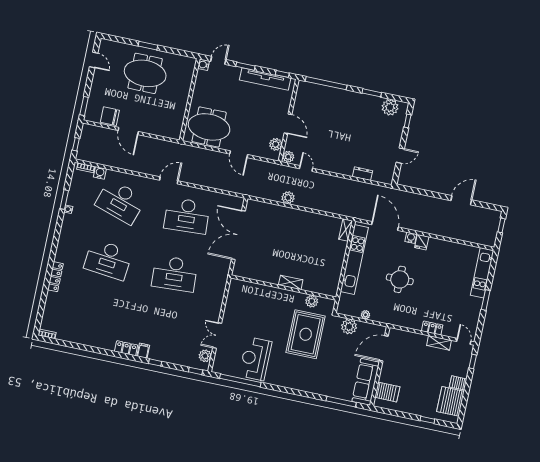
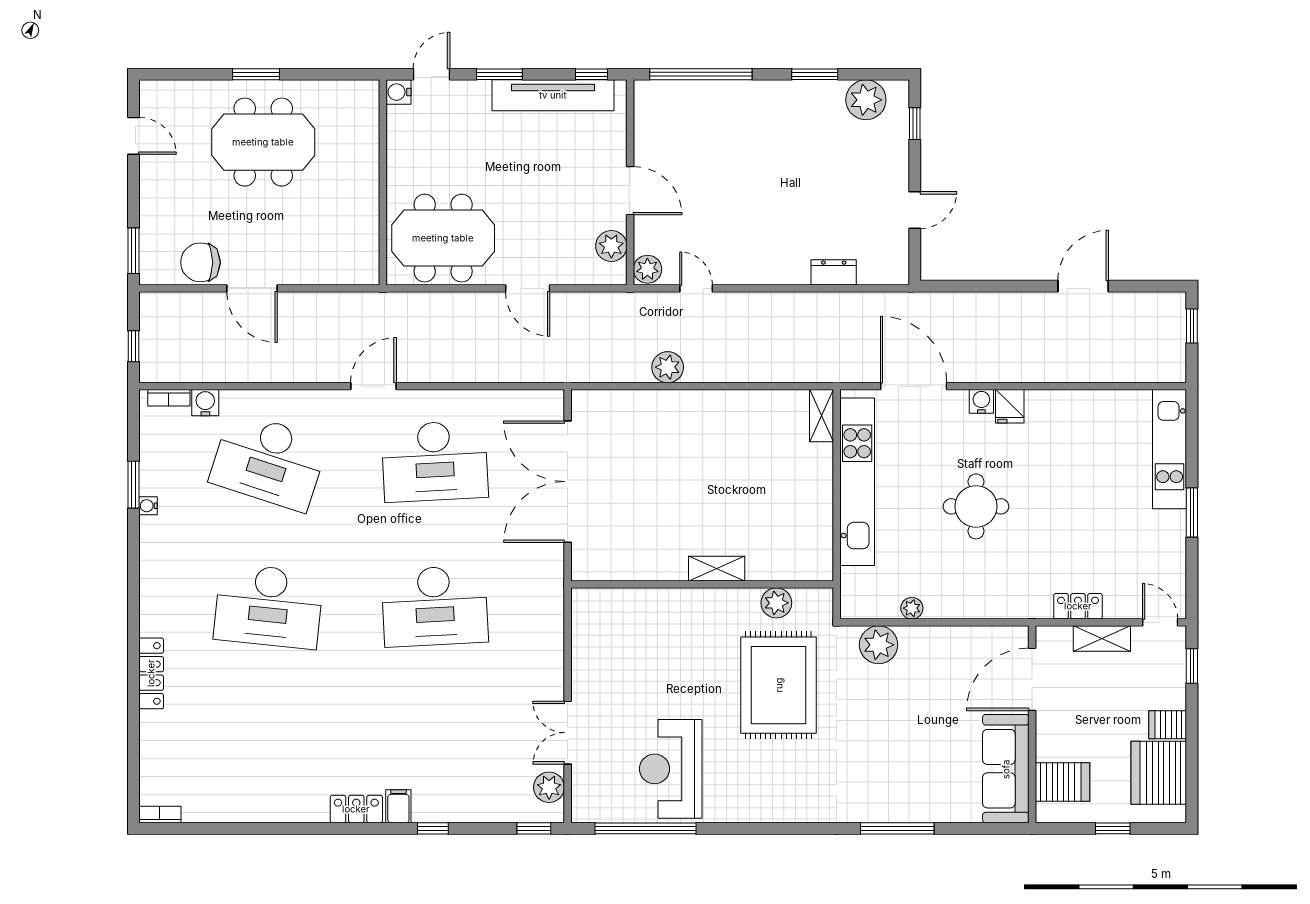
door: (384, 348) -> (1032, 679), moved
wall: (380, 366) -> (1032, 724), moved
sofa: (366, 382) -> (1006, 769), moved
server rack: (387, 392) -> (1063, 782), moved

